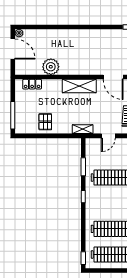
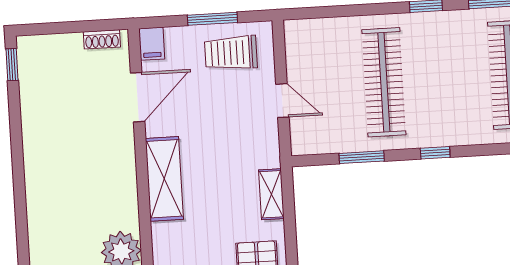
shelving: (83, 129) -> (271, 194), moved

